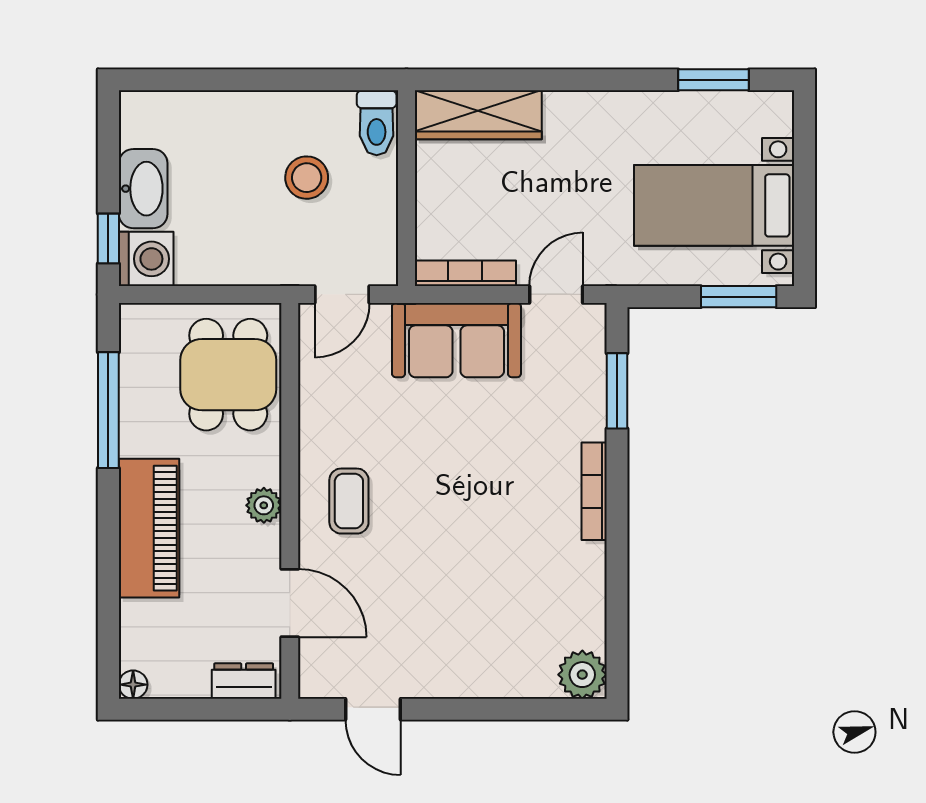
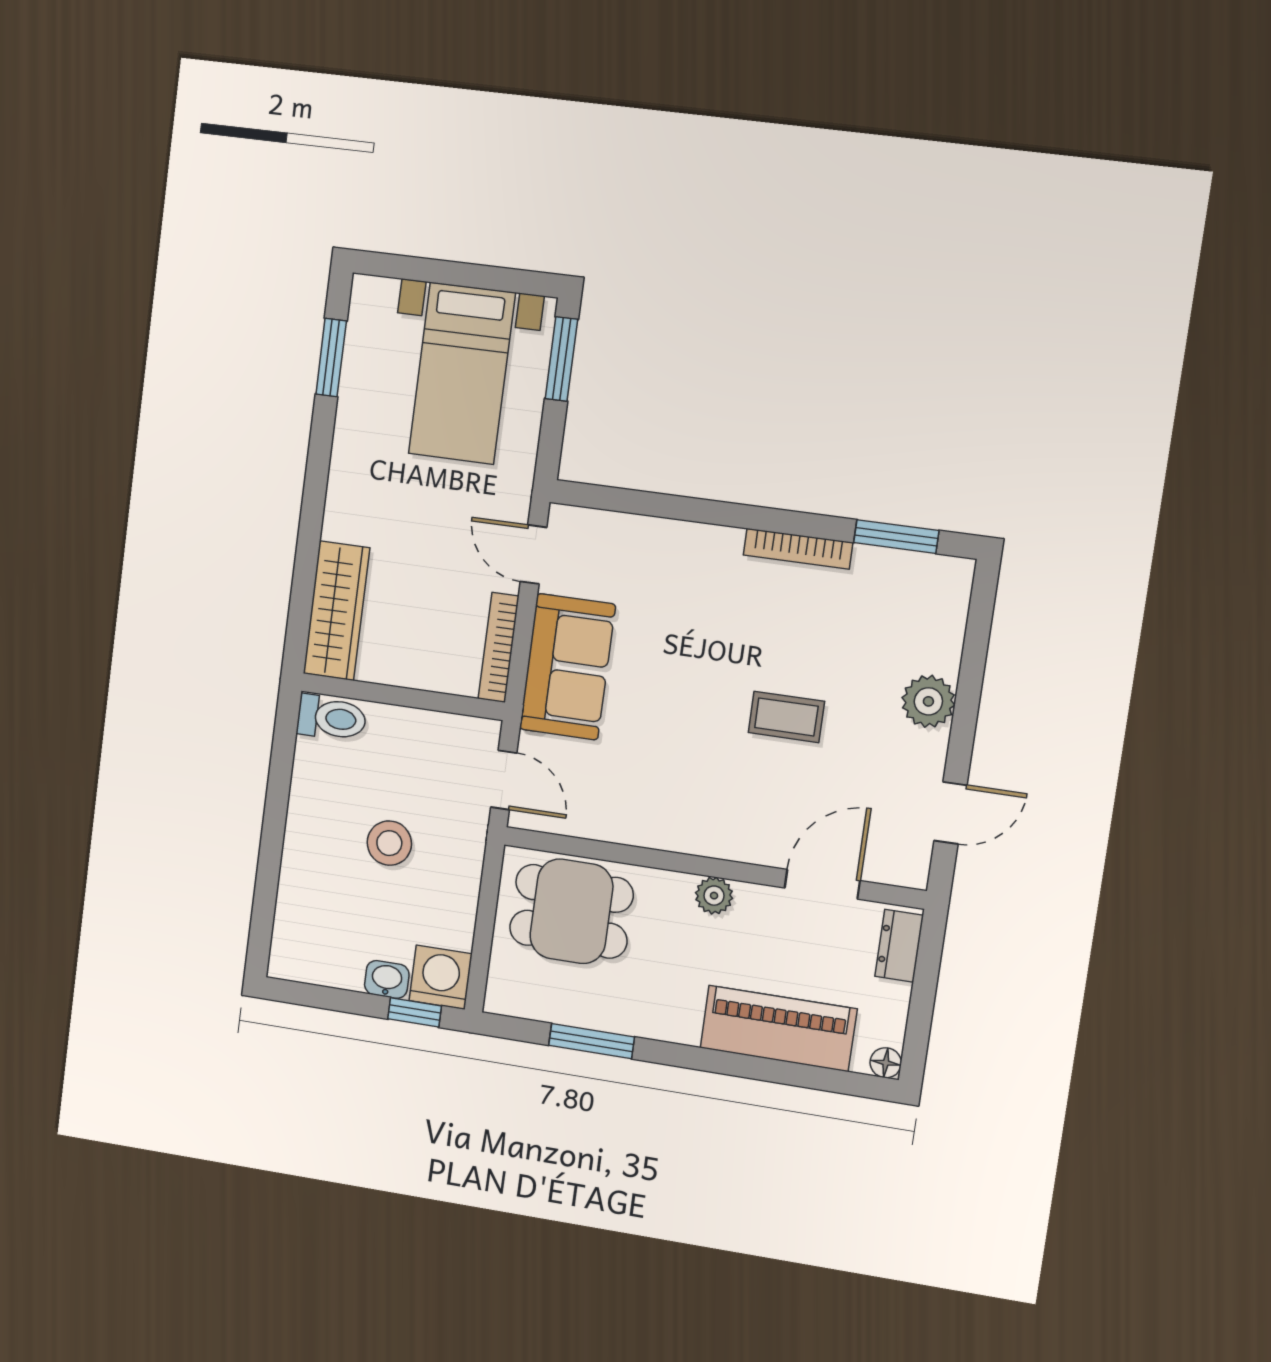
stool: (307, 178) -> (389, 843), moved
washbasin: (143, 189) -> (387, 979), width x0.52, depth x0.69
window: (617, 391) -> (896, 537), moved
window: (108, 410) -> (592, 1041), width x0.69
bookcase: (594, 491) -> (798, 549), moved
coffee table: (349, 501) -> (786, 717), moved
piano: (149, 528) -> (778, 1028), moved
plant: (582, 675) -> (928, 701), moved

